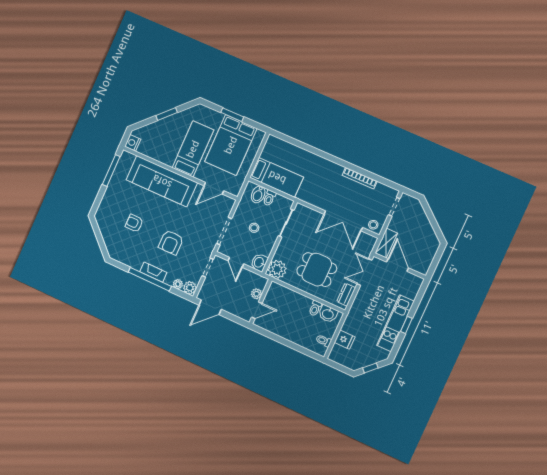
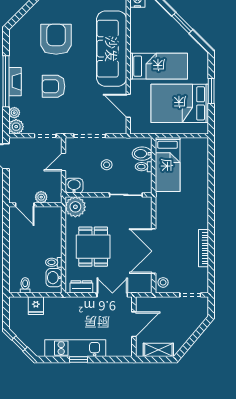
armchair: (134, 223) -> (56, 39), width x1.88, depth x1.88
shelving: (386, 243) -> (158, 350), moved

